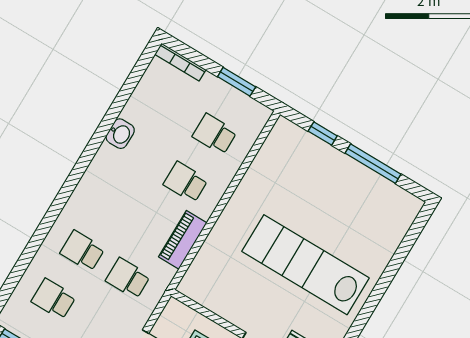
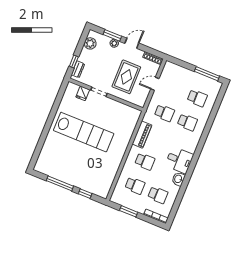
school desk: (169, 107) -> (158, 195), added
desk: (112, 173) -> (179, 160), added

